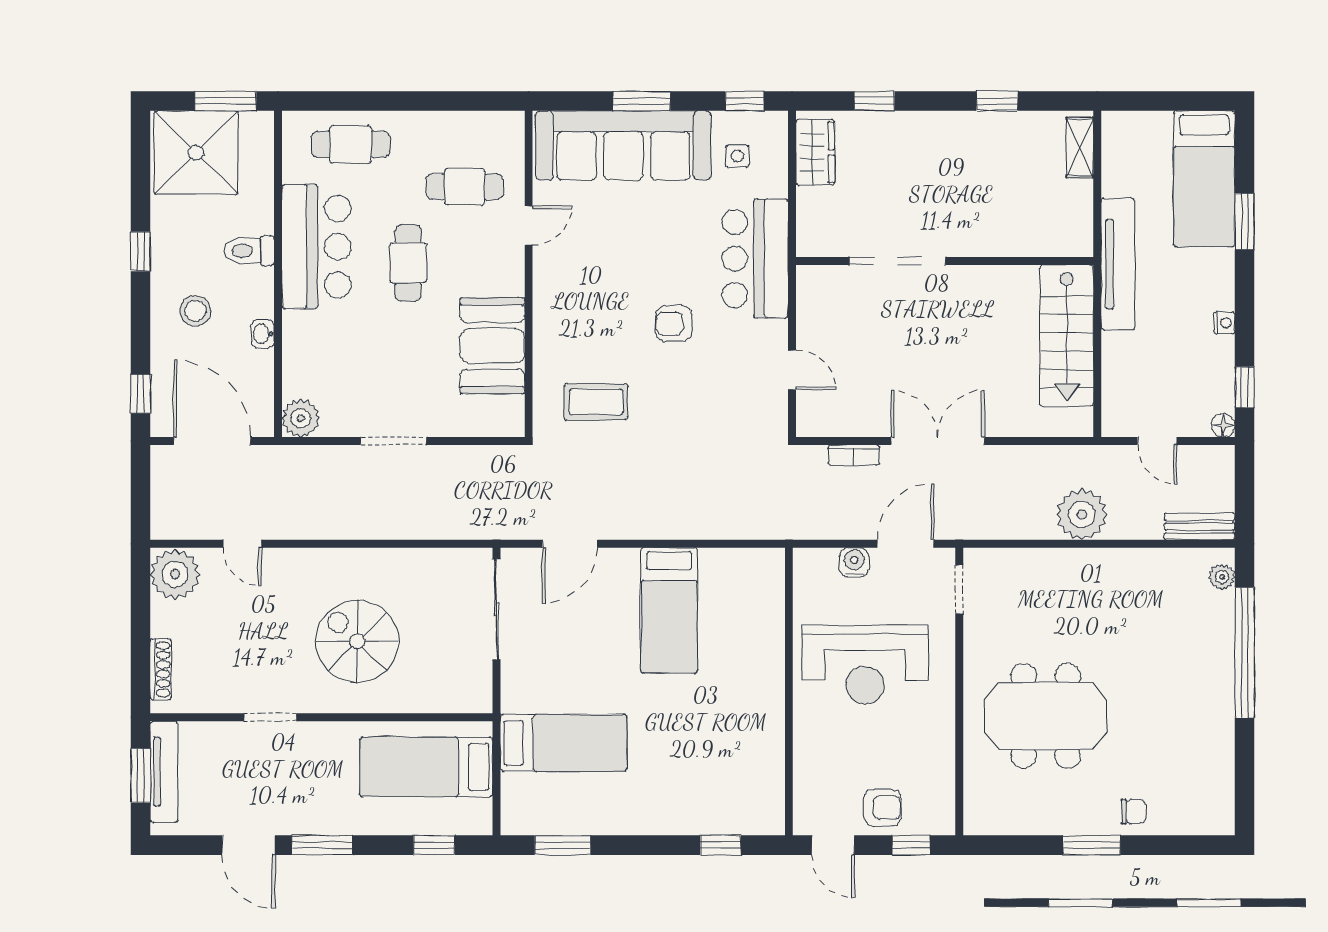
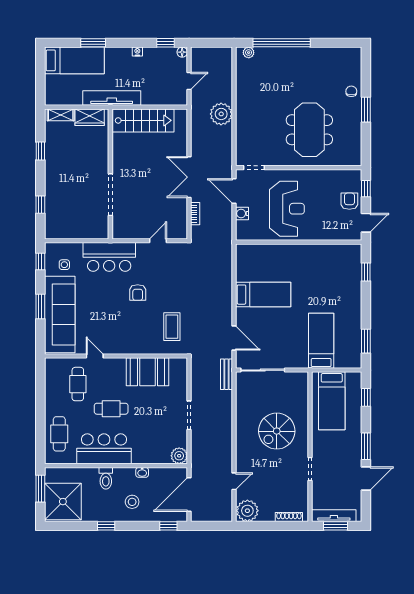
wardrobe: (815, 152) -> (90, 117), moved, turned 180
bench: (1200, 526) -> (226, 374), moved

